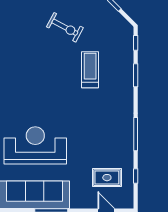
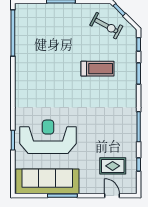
exercise bike: (65, 27) -> (106, 26), moved
treadmill: (90, 70) -> (97, 69), turned 90

